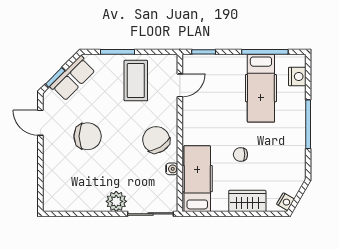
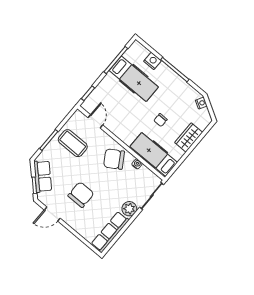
nightstand: (297, 77) -> (152, 61), moved
row of seats: (74, 202) -> (110, 232), added
nightstand: (286, 202) -> (201, 103), moved

